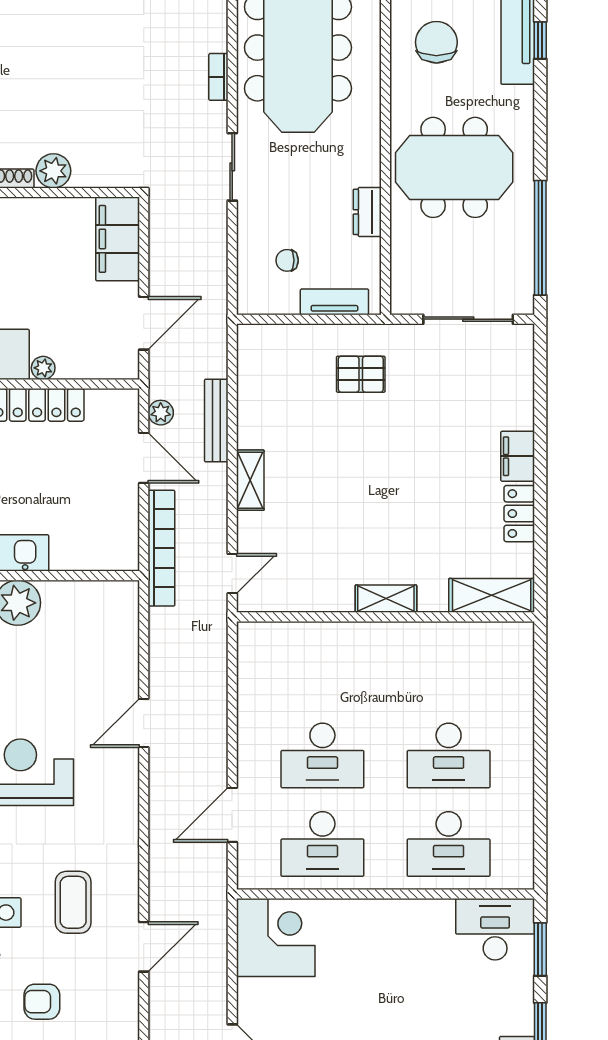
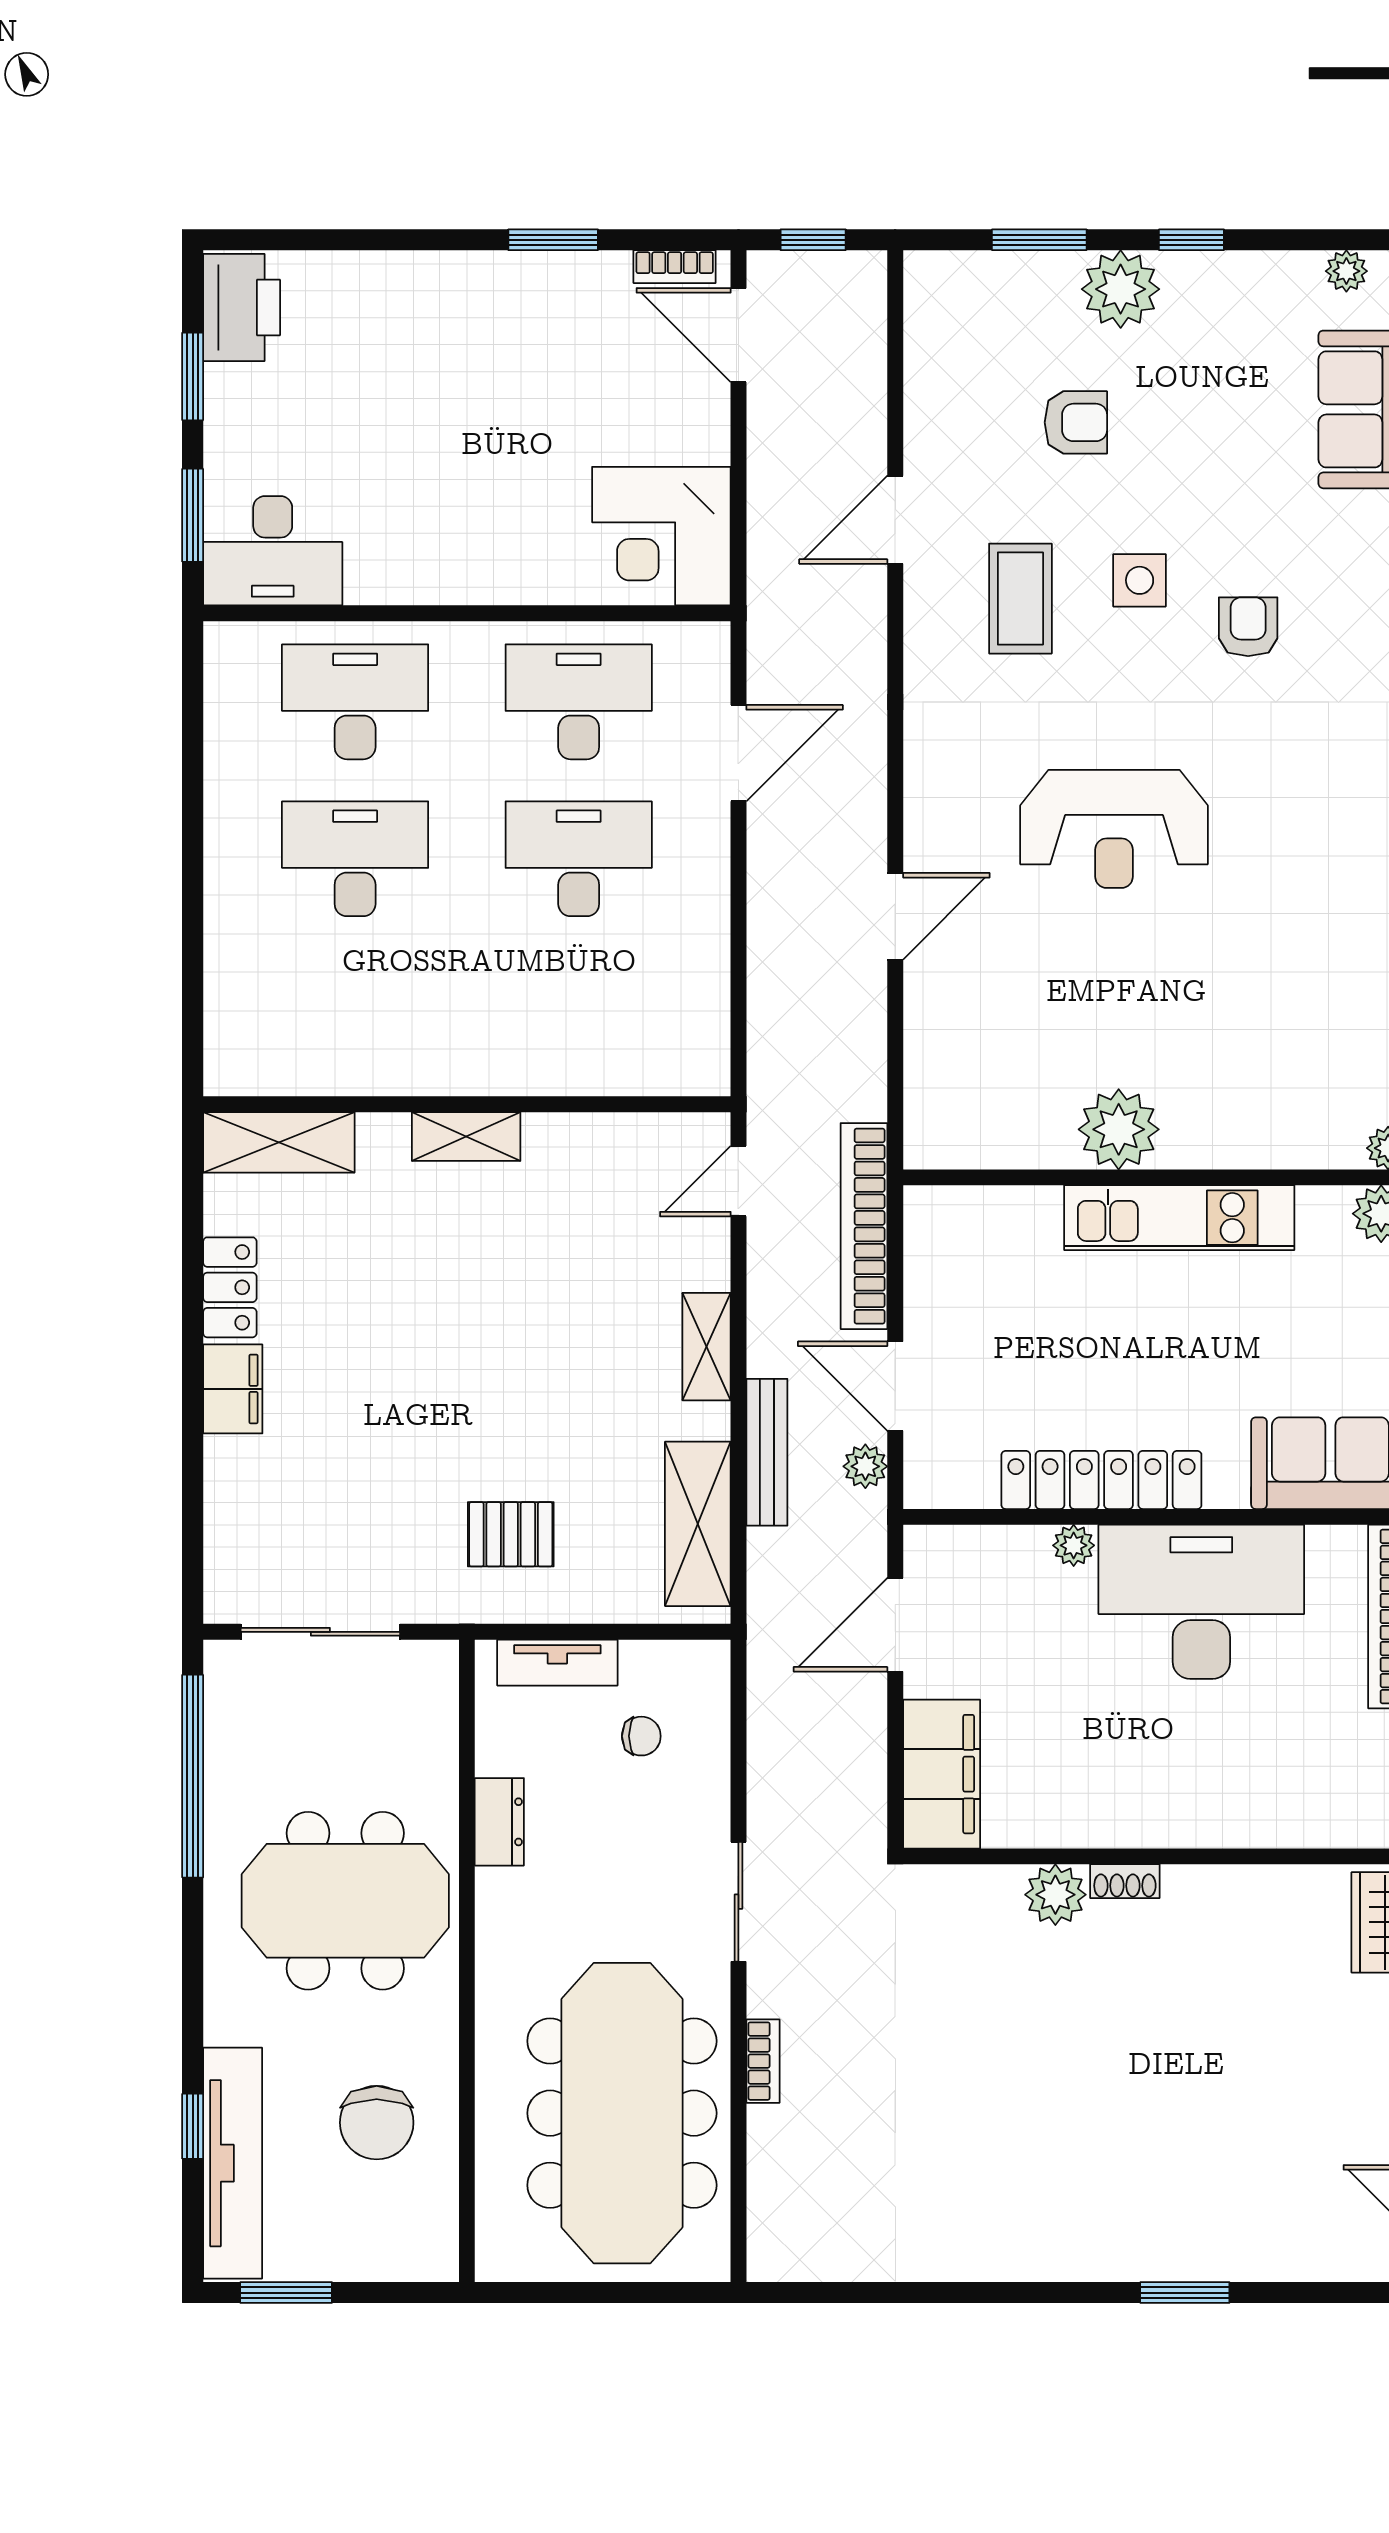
shelving: (255, 380) -> (698, 1524), added

